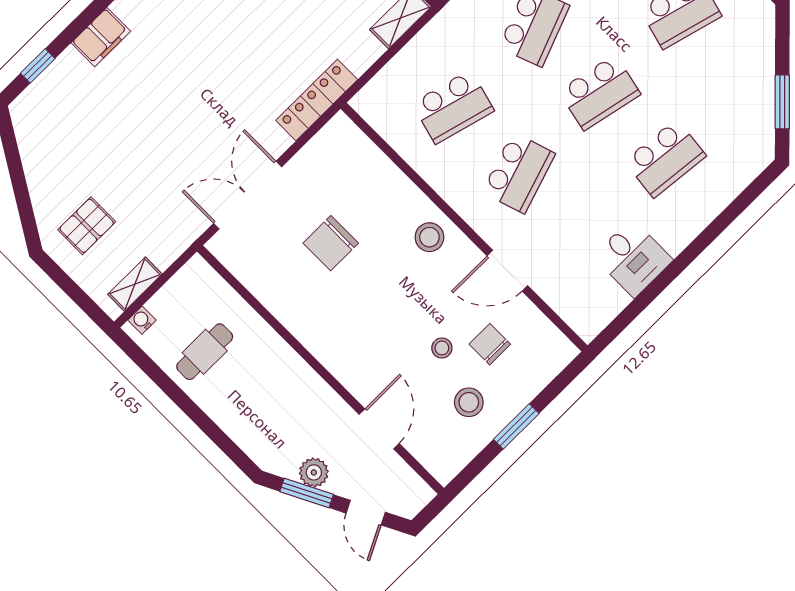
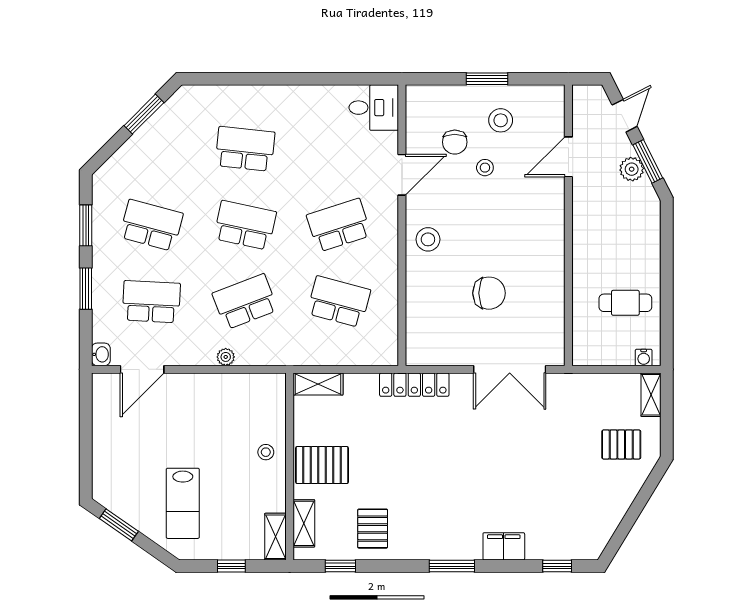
desk: (633, 258) -> (374, 108), moved, turned 90
door: (507, 271) -> (402, 175), hinge flipped
shelving: (135, 284) -> (651, 395), moved, turned 90

